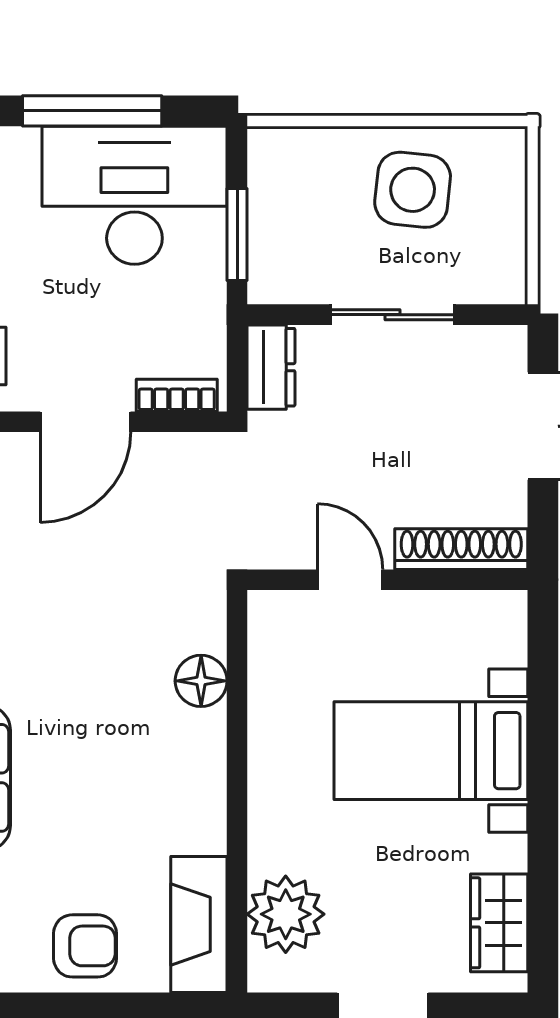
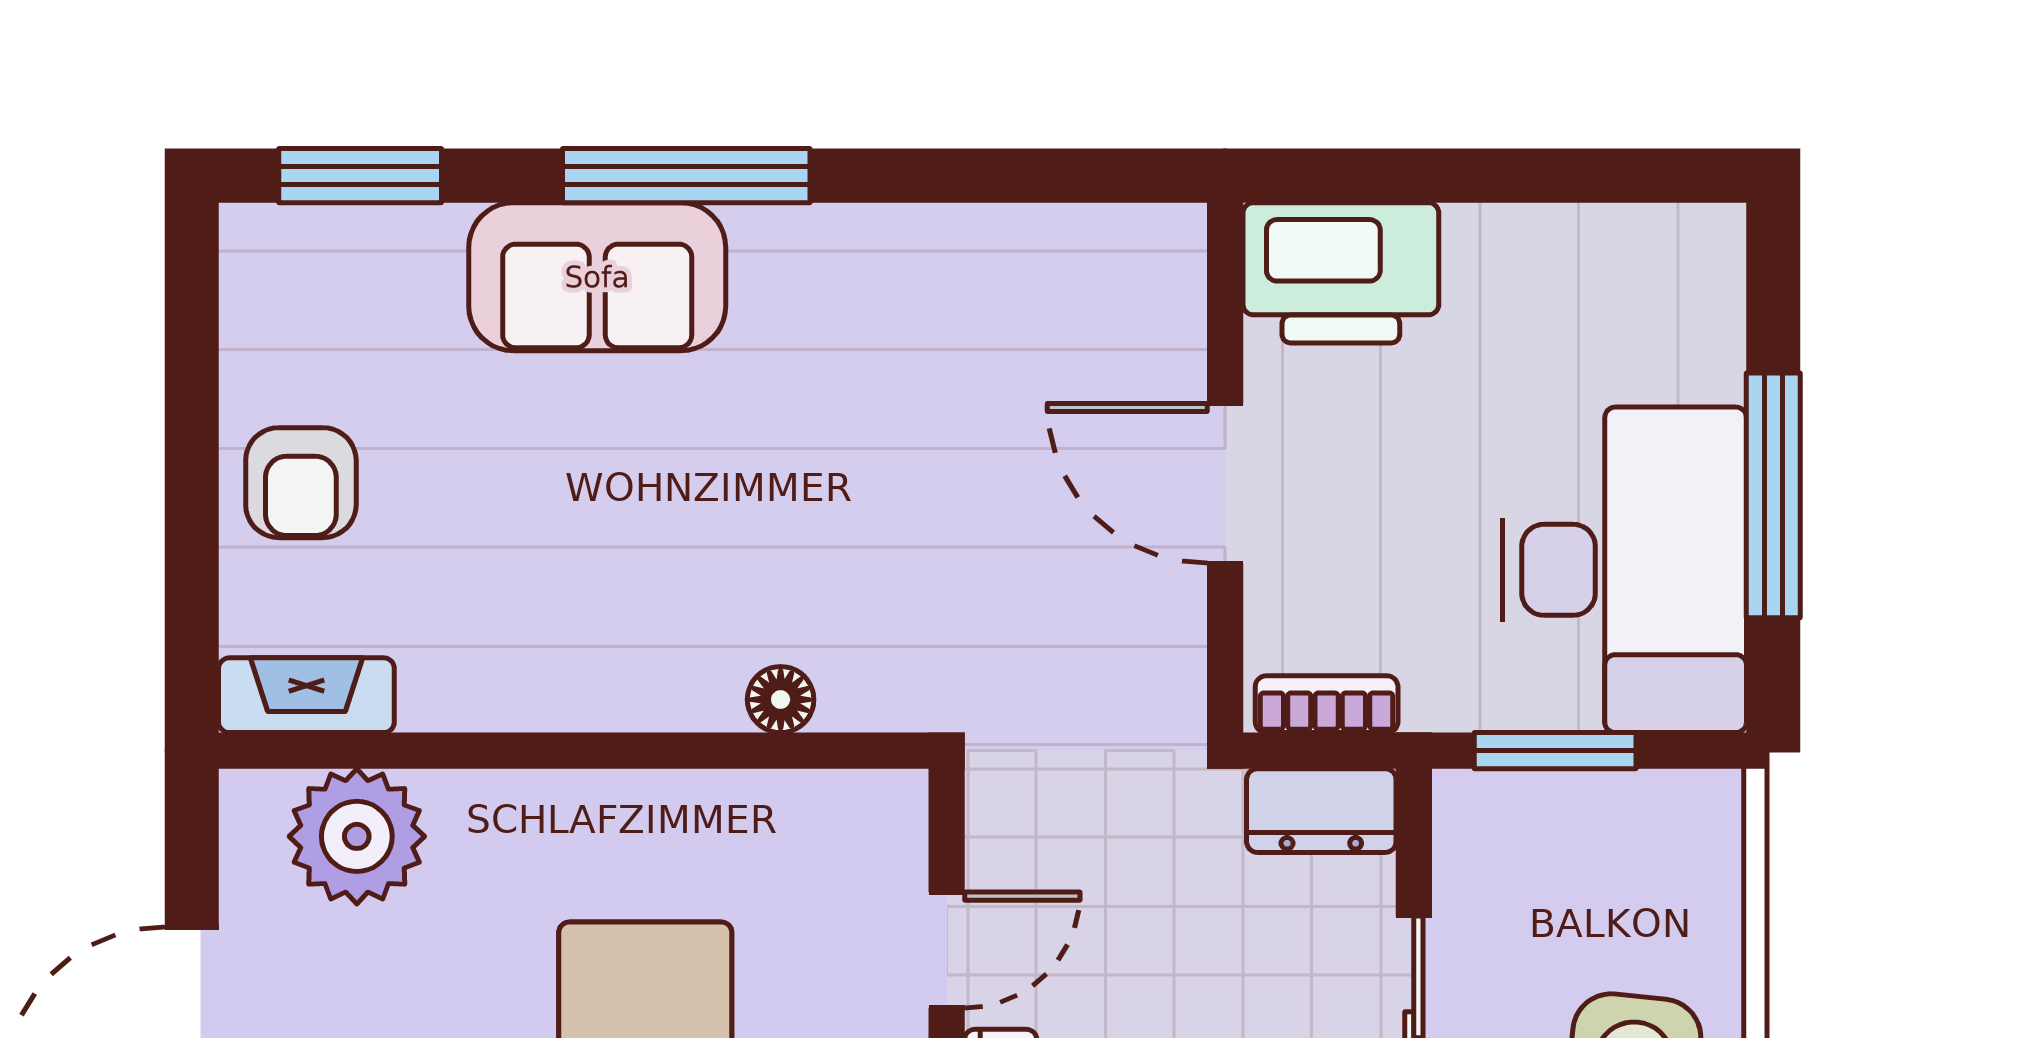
bookcase: (177, 395) -> (1327, 704), moved, turned -90
floor lamp: (201, 681) -> (781, 700), width x0.73, depth x0.73
fireplace: (199, 924) -> (306, 695), width x0.73, depth x0.76

